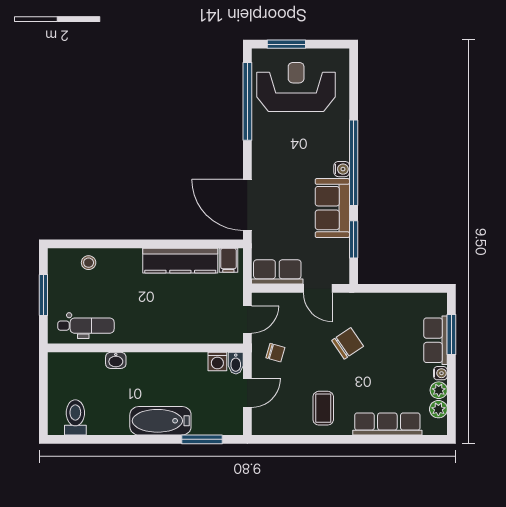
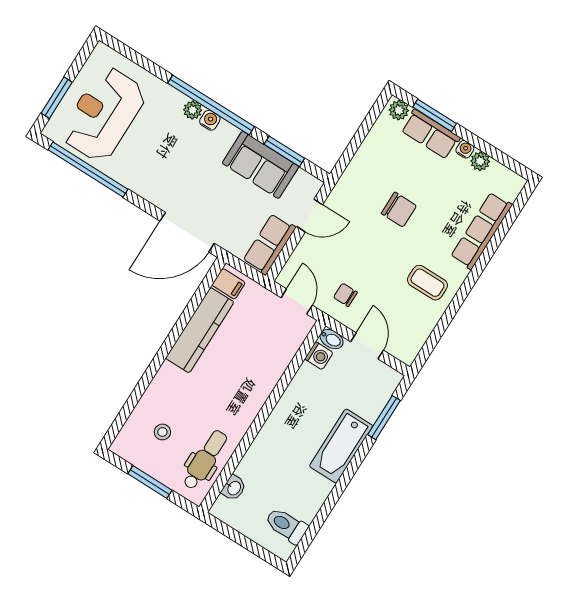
plant: (341, 151) -> (193, 110), added
sofa: (332, 208) -> (260, 165), moved
stool: (89, 263) -> (162, 432), moved
chair: (348, 343) -> (399, 210), moved, turned 124
chair: (275, 353) -> (345, 295), turned -106
washbasin: (116, 360) -> (234, 488), moved
plant: (438, 409) -> (399, 110), moved

